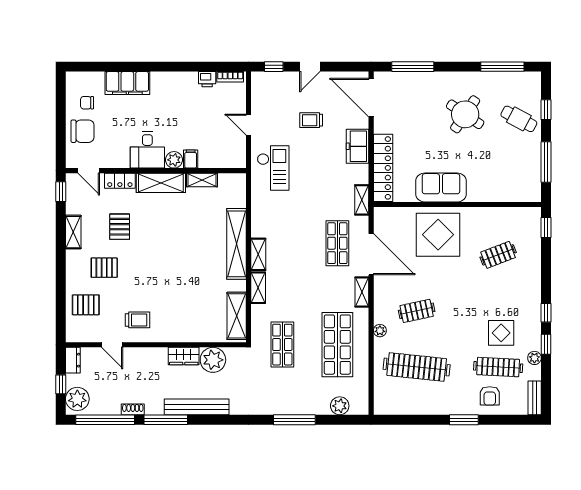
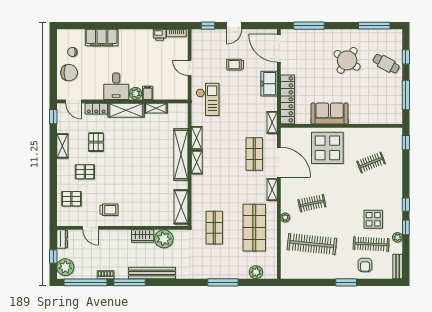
shelving: (258, 288) -> (197, 138), moved

